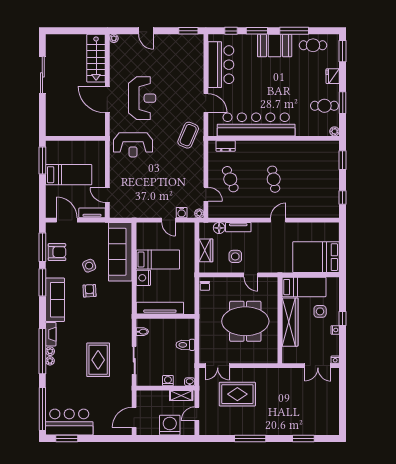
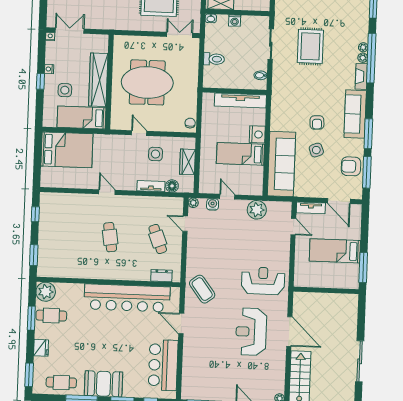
plant: (334, 131) -> (46, 292), width x1.88, depth x1.88
coffee table: (188, 135) -> (202, 289), turned -60
plant: (141, 209) -> (257, 210), added
door: (278, 220) -> (107, 192), swing flipped

